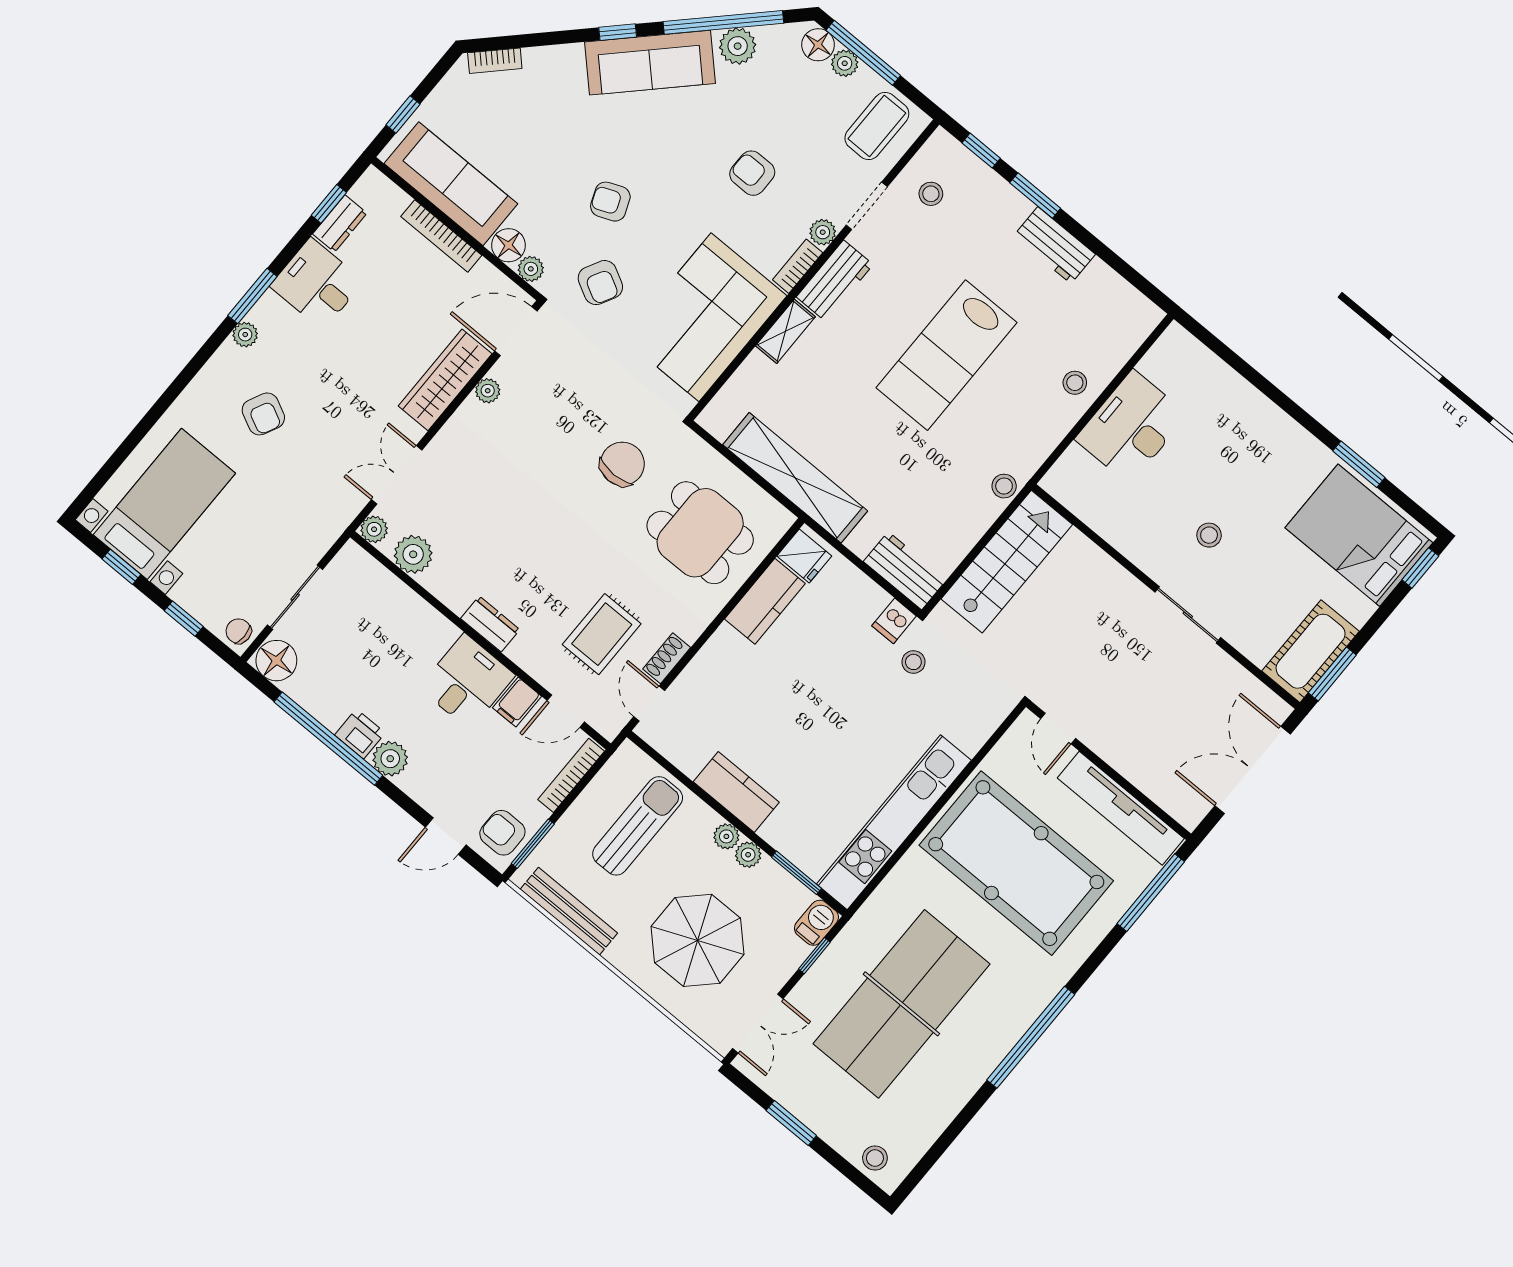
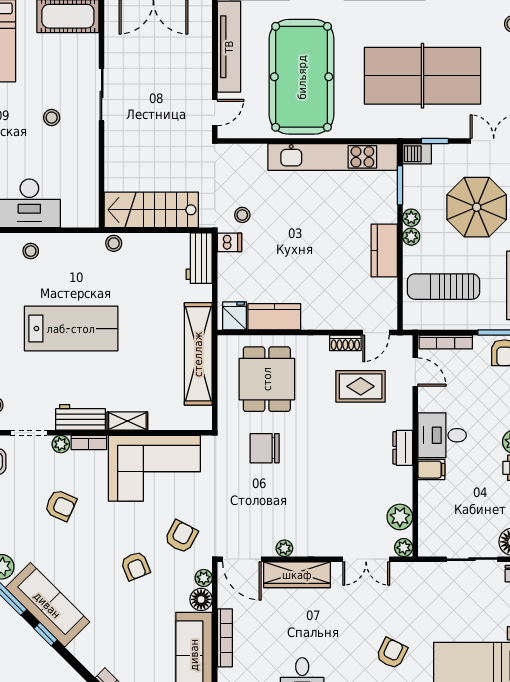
armchair: (752, 173) -> (60, 505), turned -66
filing cabinet: (517, 702) -> (431, 470), moved

